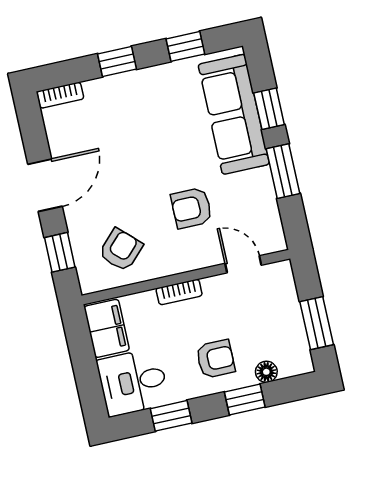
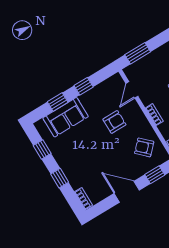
sofa: (234, 114) -> (66, 117), width x0.73
window: (283, 171) -> (84, 86), width x0.67
armchair: (191, 208) -> (114, 122), turned -90
window: (317, 323) -> (138, 53), moved

